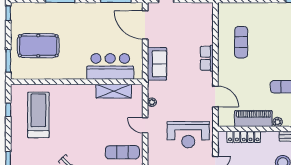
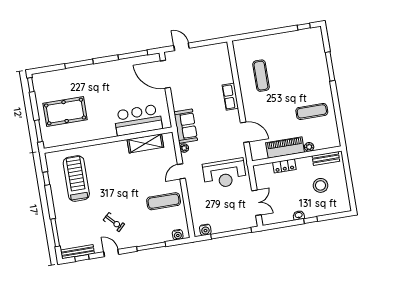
sofa: (157, 64) -> (186, 126), moved
door: (145, 125) -> (181, 171), hinge flipped
locker: (244, 137) -> (284, 166), width x0.66

